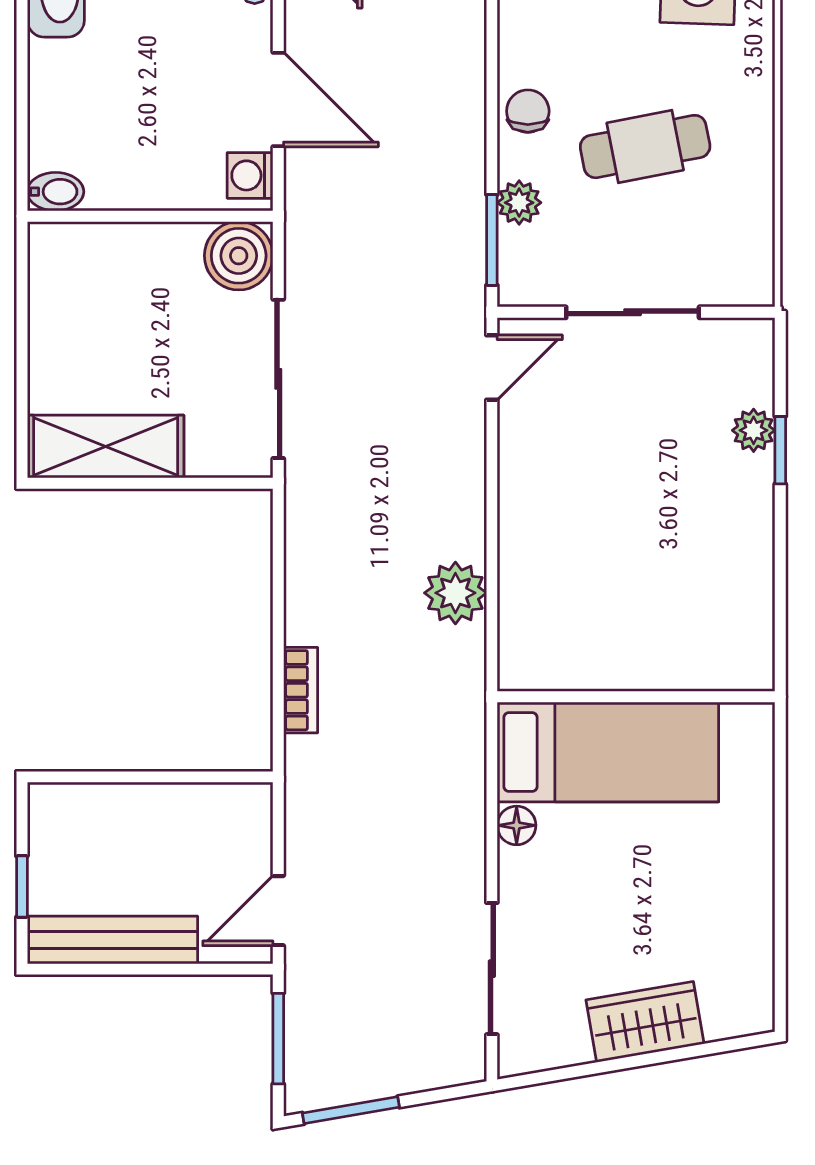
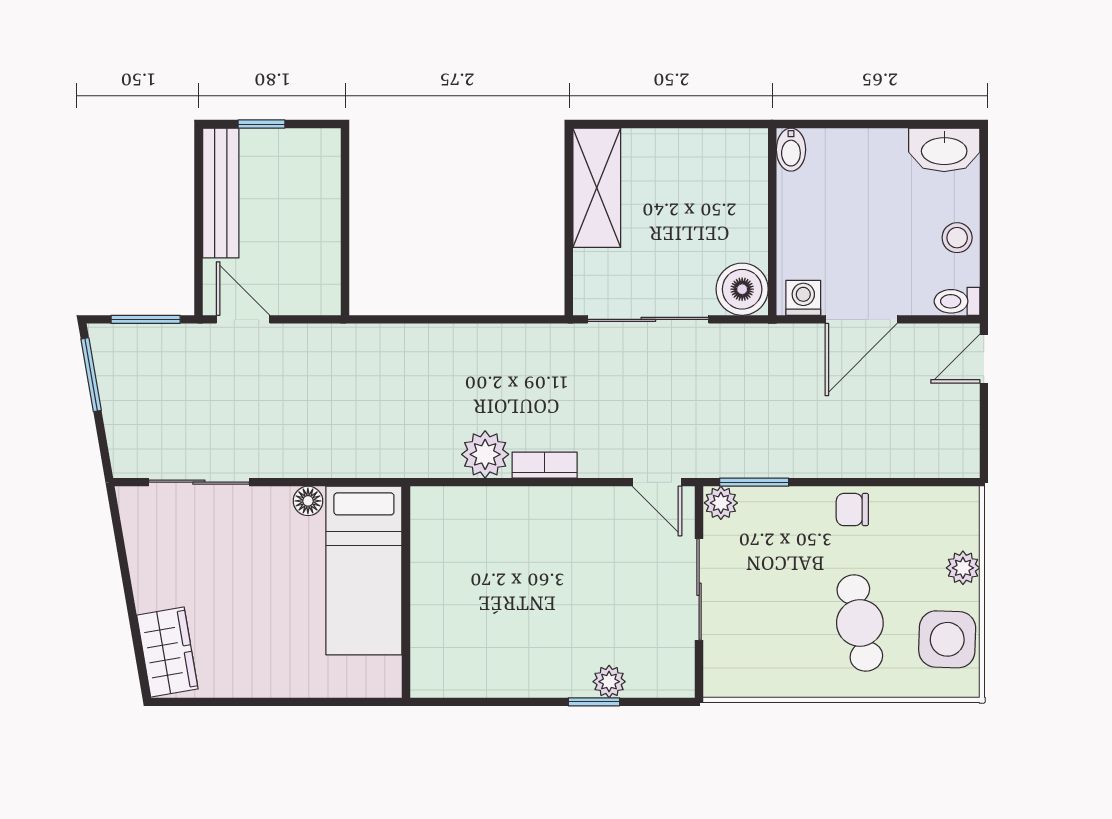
chair: (528, 111) -> (852, 510), turned 180
cafe table: (645, 147) -> (860, 623), moved
plant: (519, 203) -> (721, 503), moved
bookcase: (301, 690) -> (545, 465), moved, turned 180
wardrobe: (645, 1022) -> (167, 652), moved

